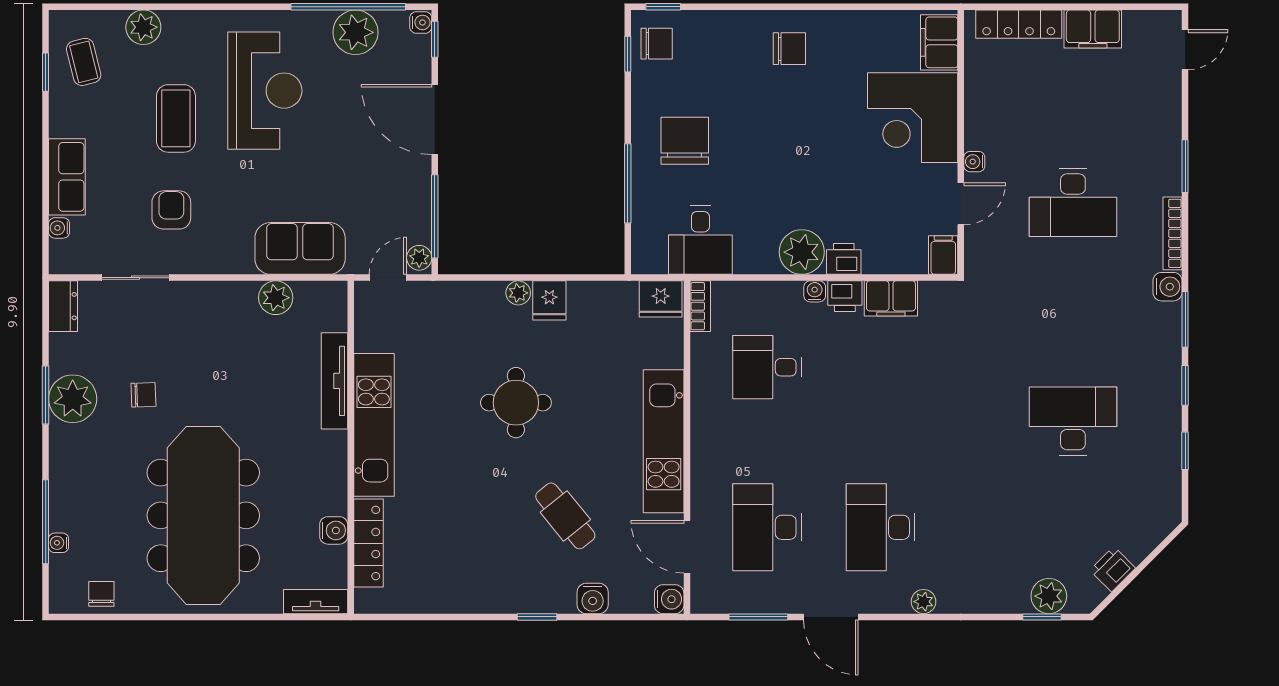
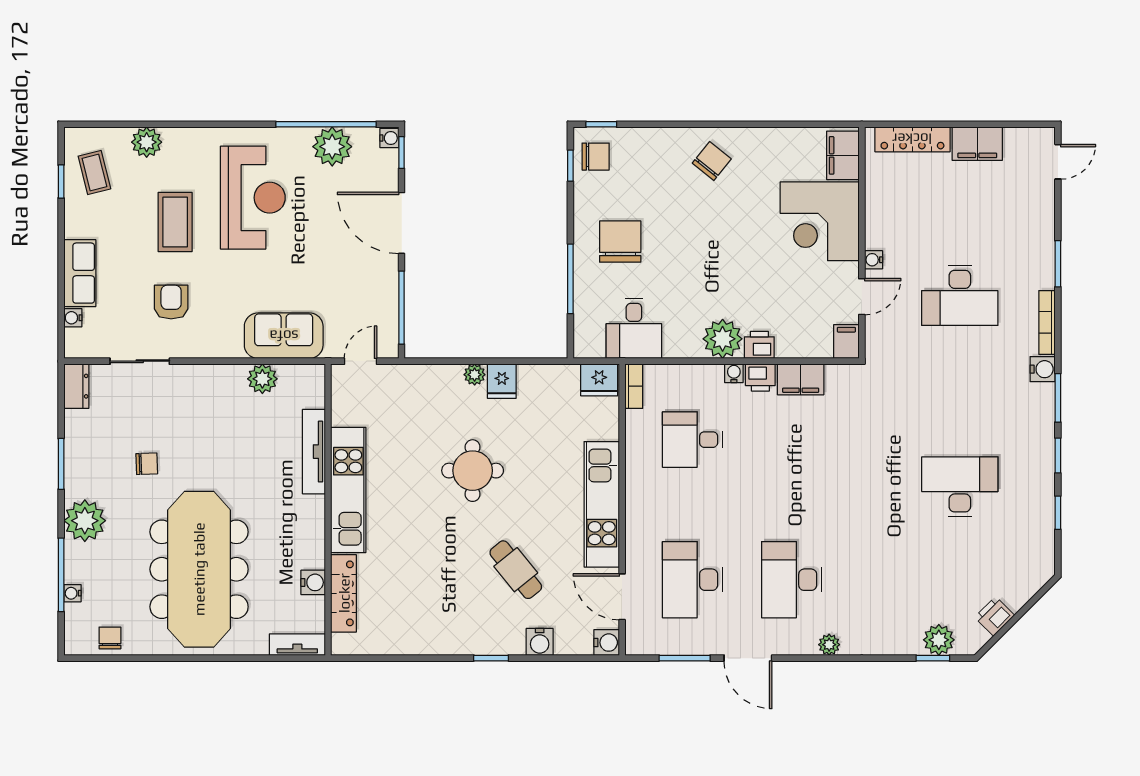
chair: (789, 49) -> (712, 161), turned -51
plant: (419, 258) -> (388, 344), removed
plant: (73, 399) -> (85, 521), moved

